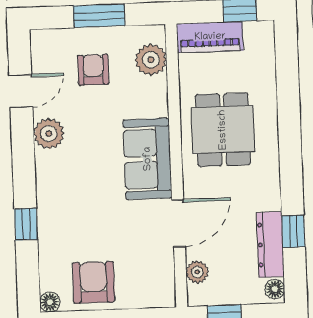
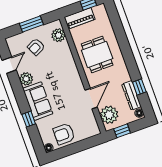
armchair: (93, 70) -> (36, 47), turned -116
sofa: (148, 159) -> (38, 101), moved, turned 180
plant: (197, 272) -> (109, 115), width x1.87, depth x1.87
armchair: (94, 282) -> (64, 134), turned -90

